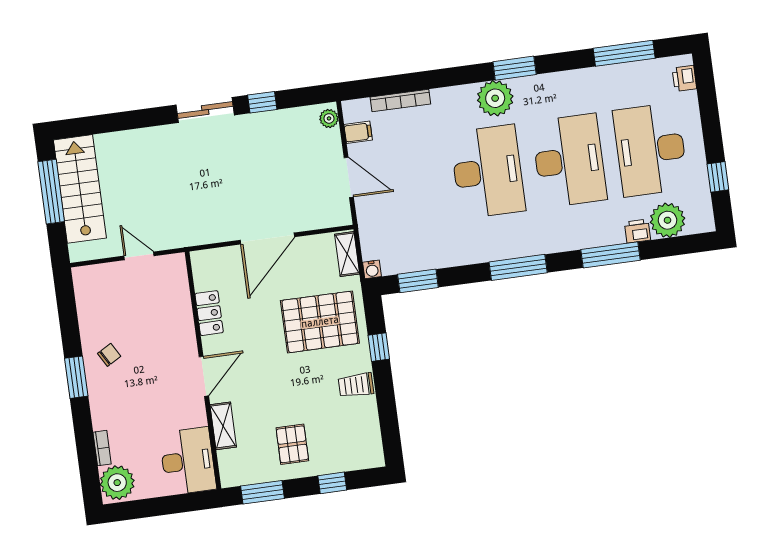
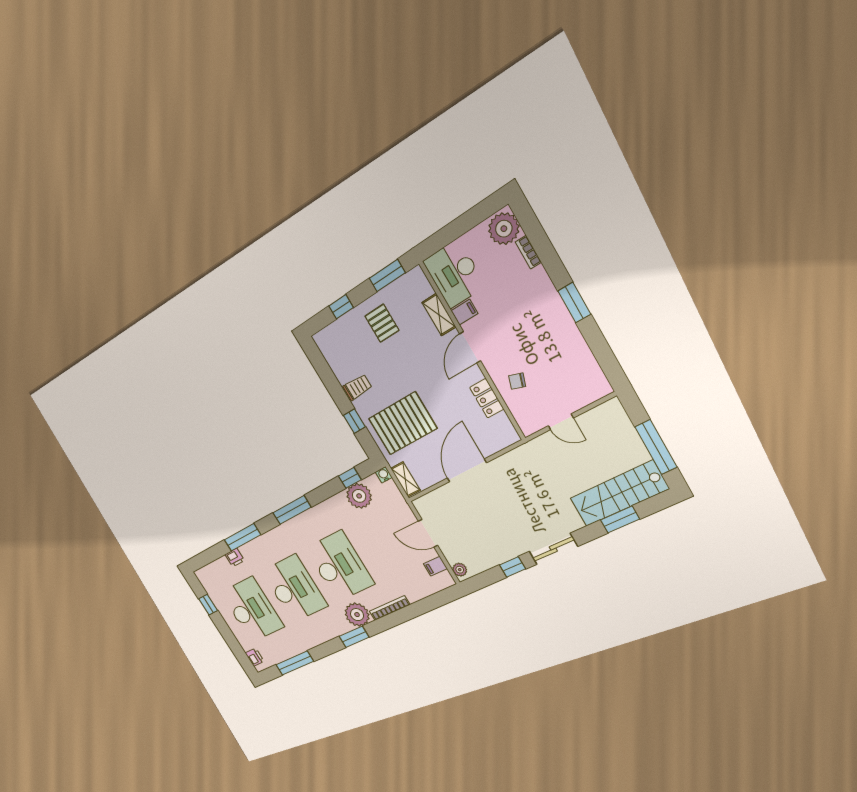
bookcase: (400, 100) -> (390, 608), moved
window: (118, 122) -> (620, 519), added
desk: (569, 161) -> (294, 589), turned 180
desk: (488, 172) -> (340, 566), turned 180
stairs: (80, 189) -> (619, 494), moved, turned 90
plant: (668, 220) -> (359, 496), moved
window: (418, 281) -> (350, 478), width x0.67
chair: (109, 355) -> (517, 381), moved, turned 48
filing cabinet: (194, 416) -> (465, 312), added

